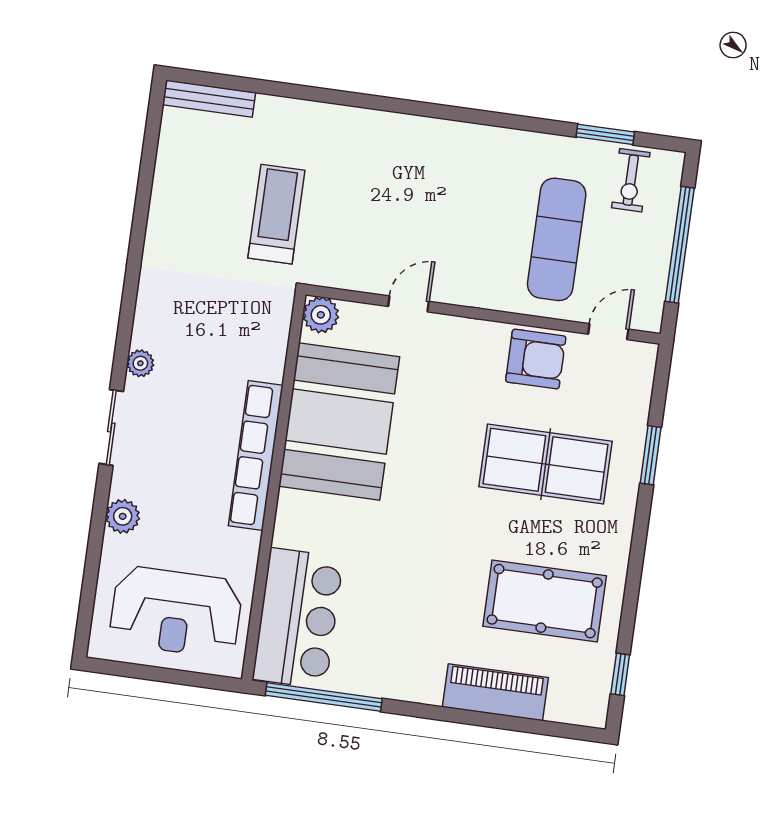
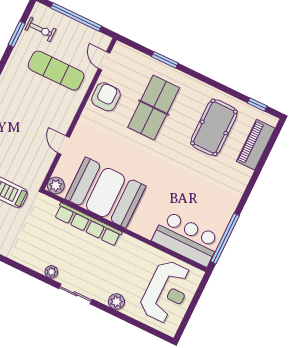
row of seats: (256, 456) -> (88, 224), moved
piano: (495, 692) -> (256, 145), moved

